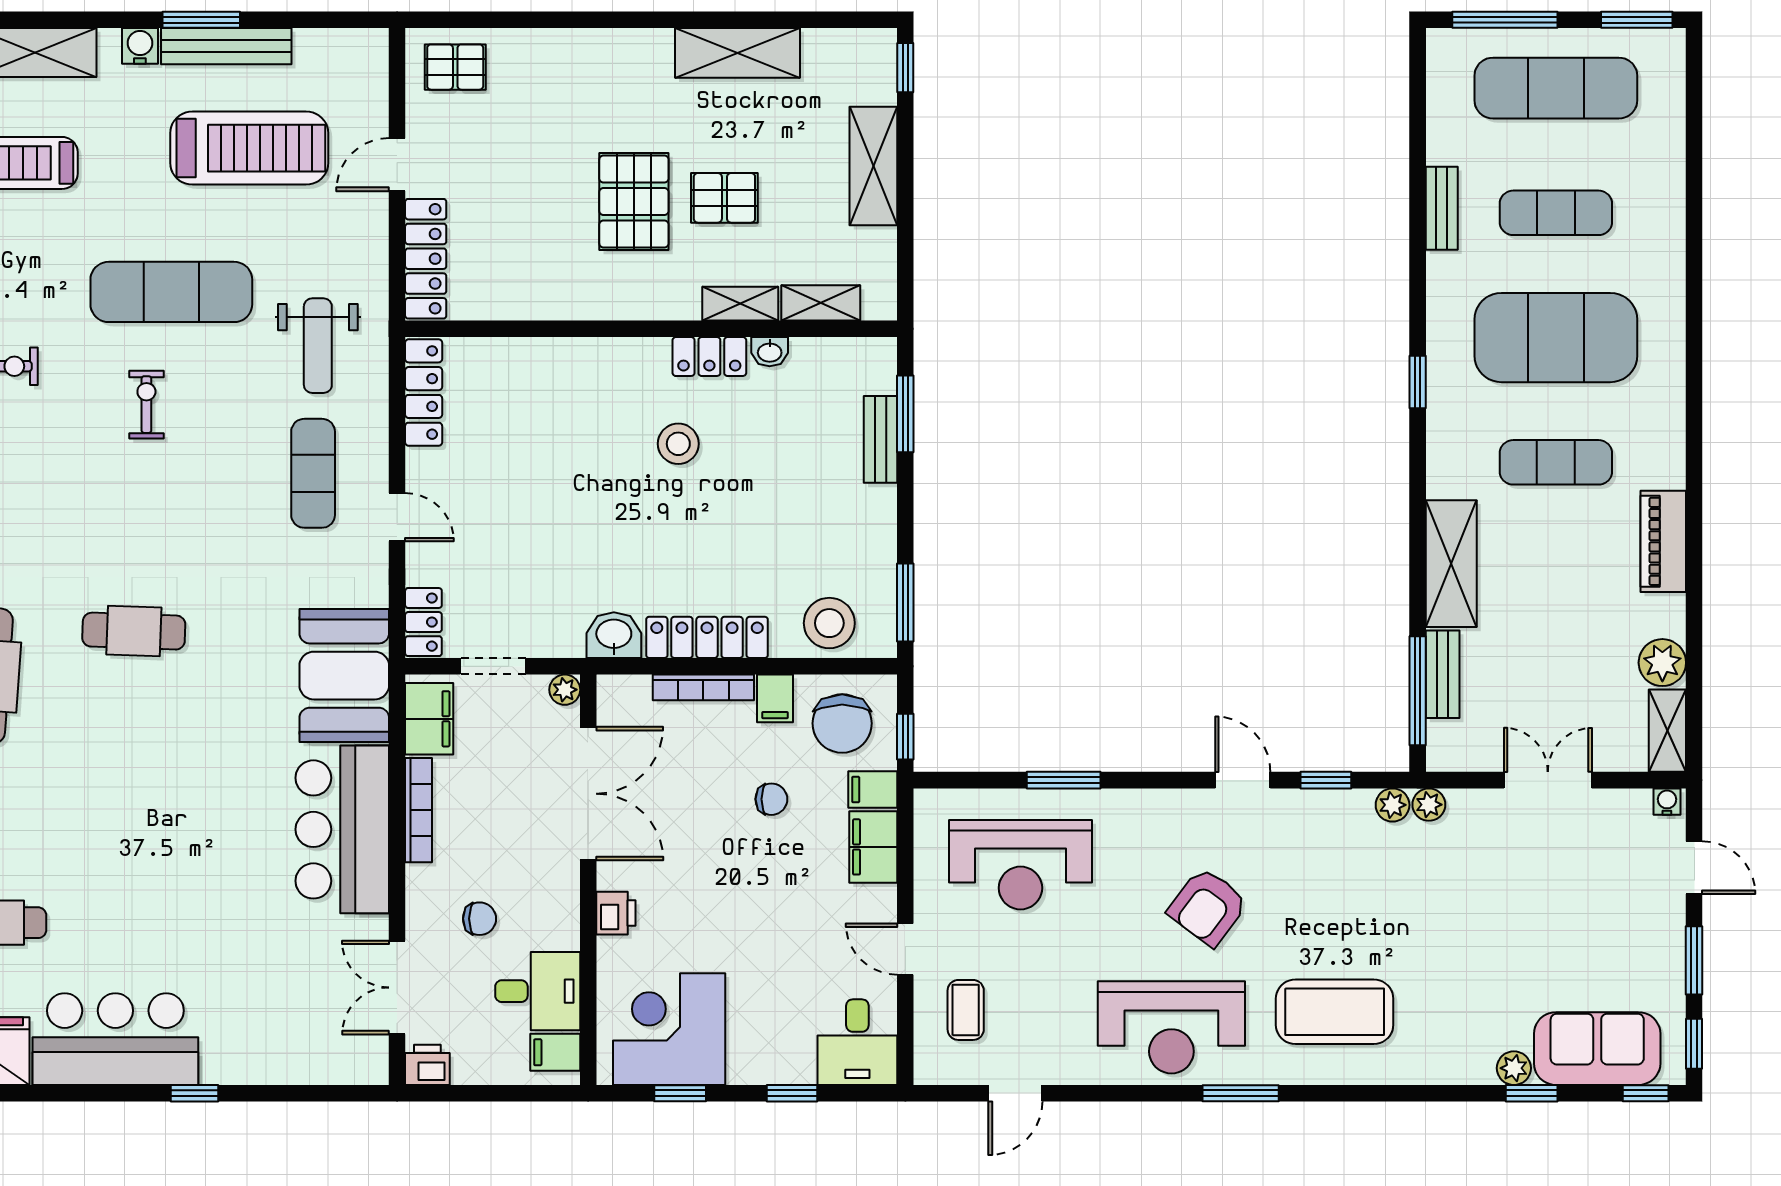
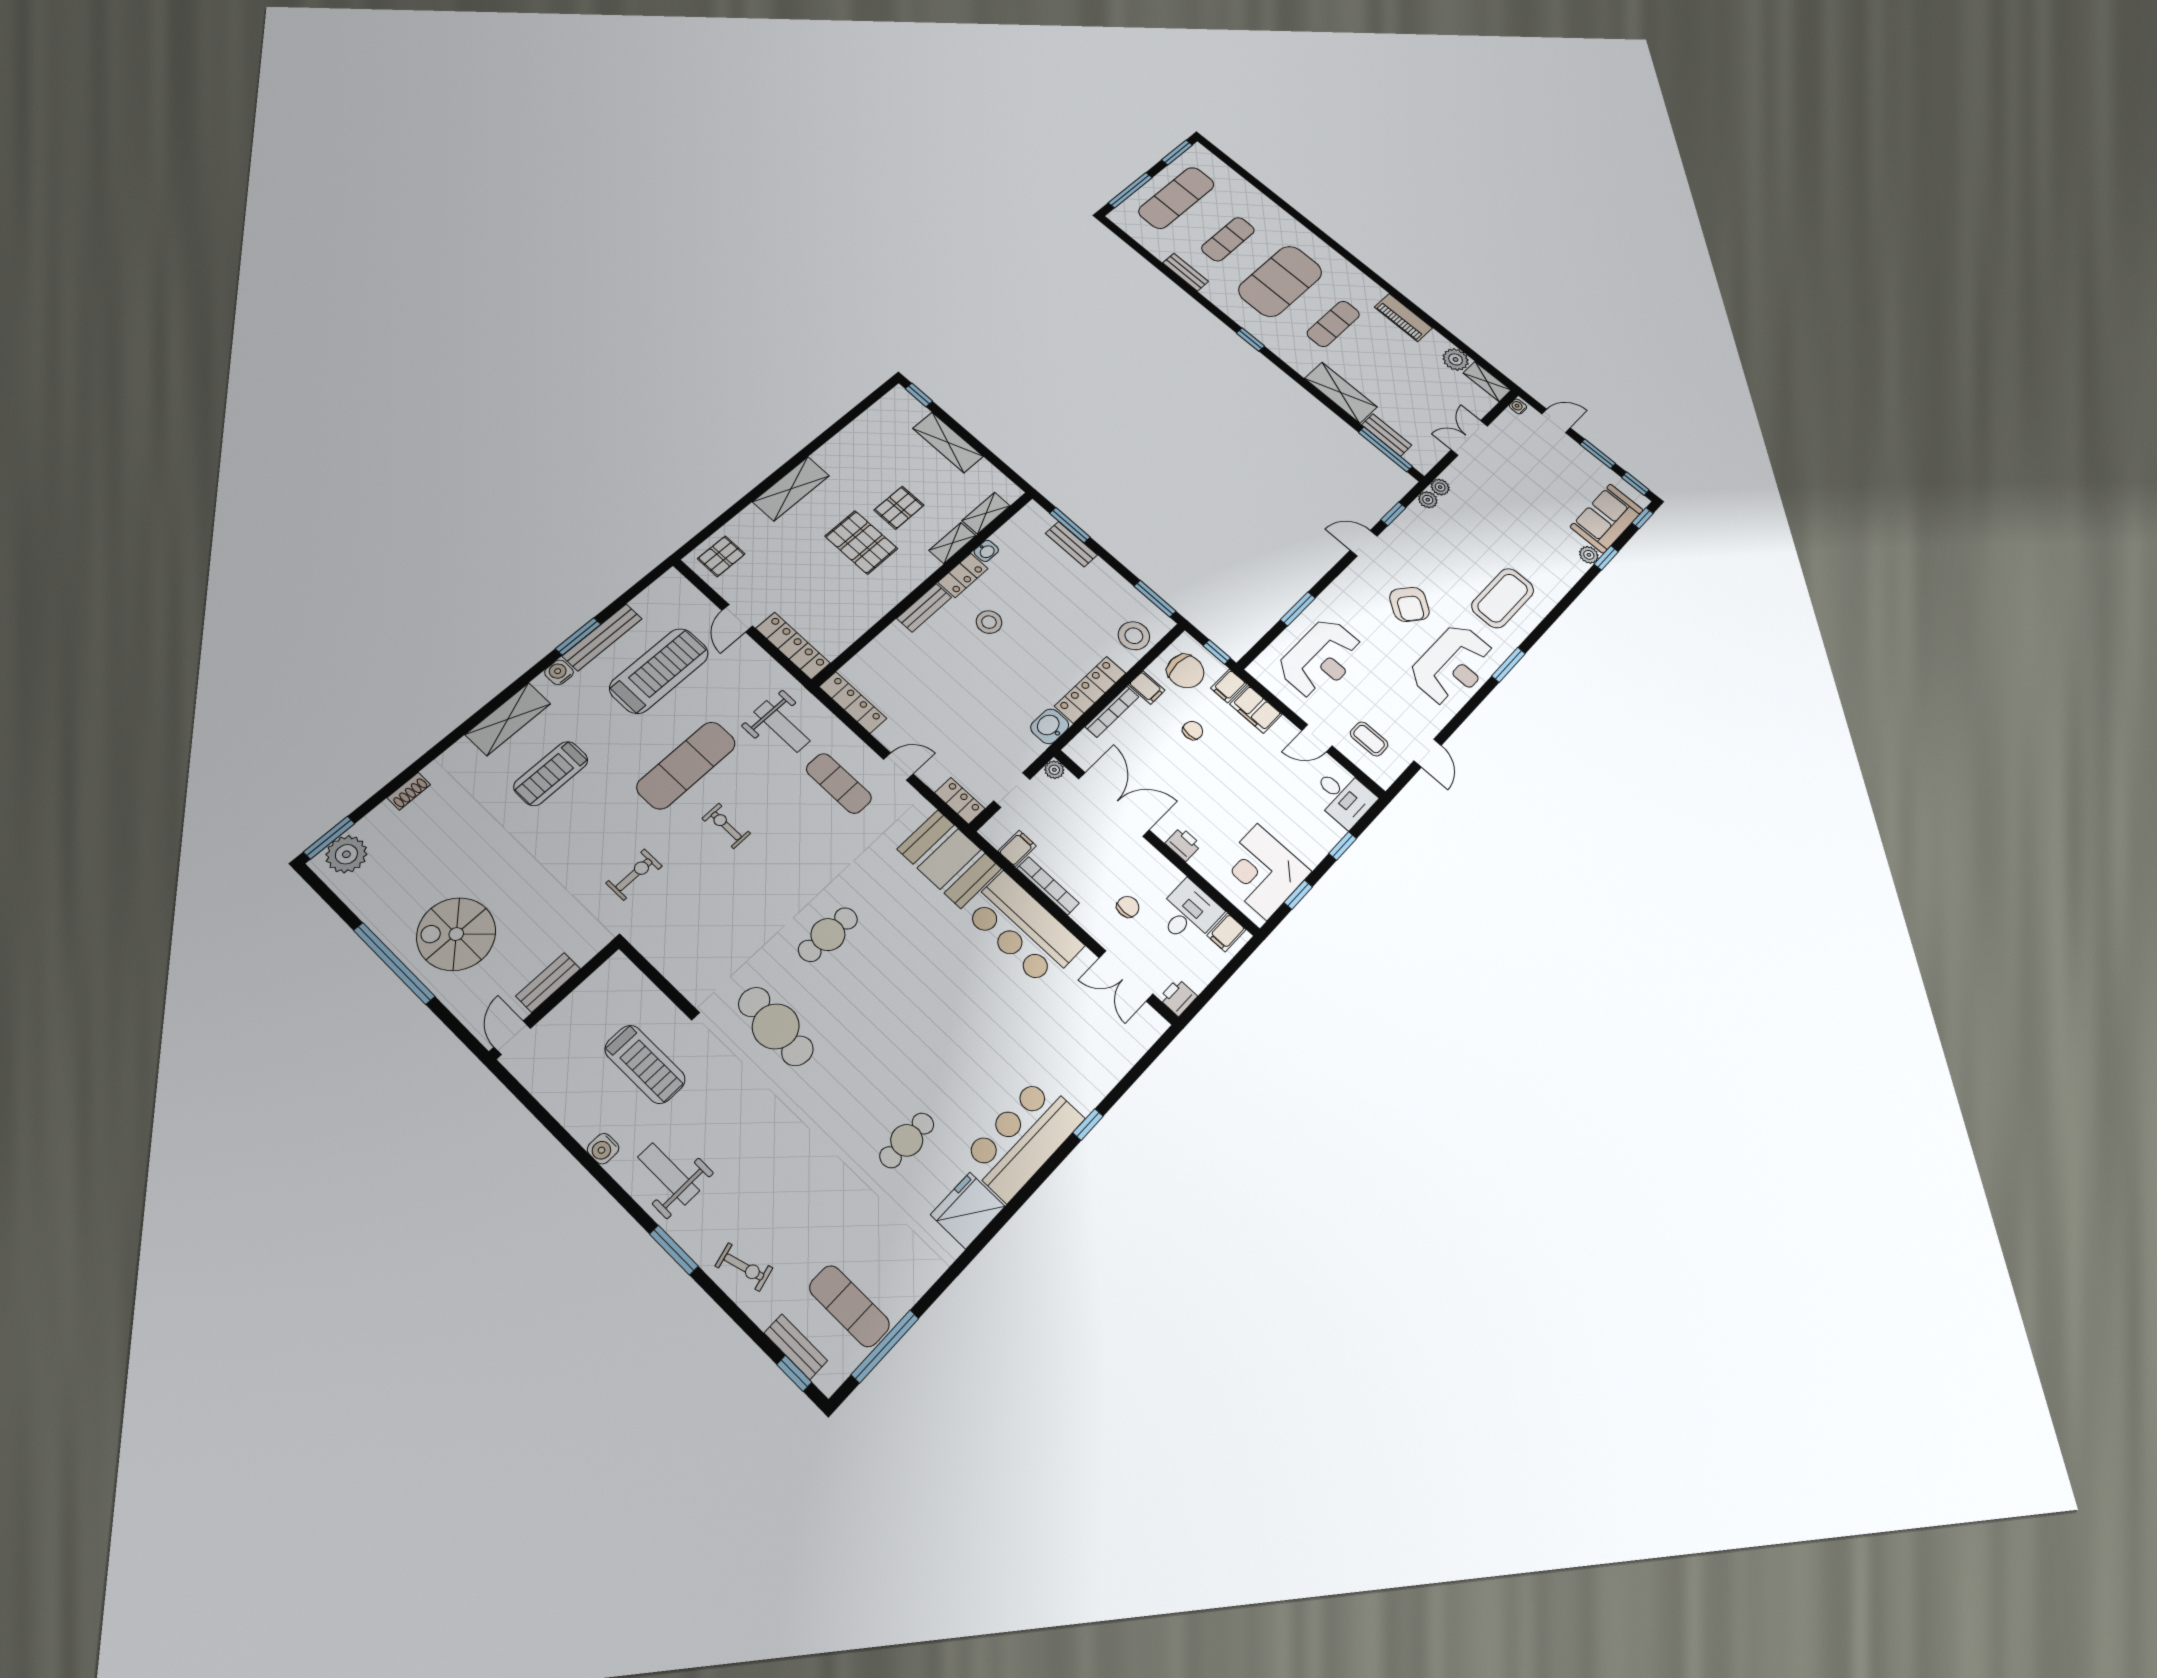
shelving: (737, 53) -> (791, 489), moved
bench: (622, 354) -> (924, 608), added
filing cabinet: (429, 719) -> (1017, 848), width x0.50

